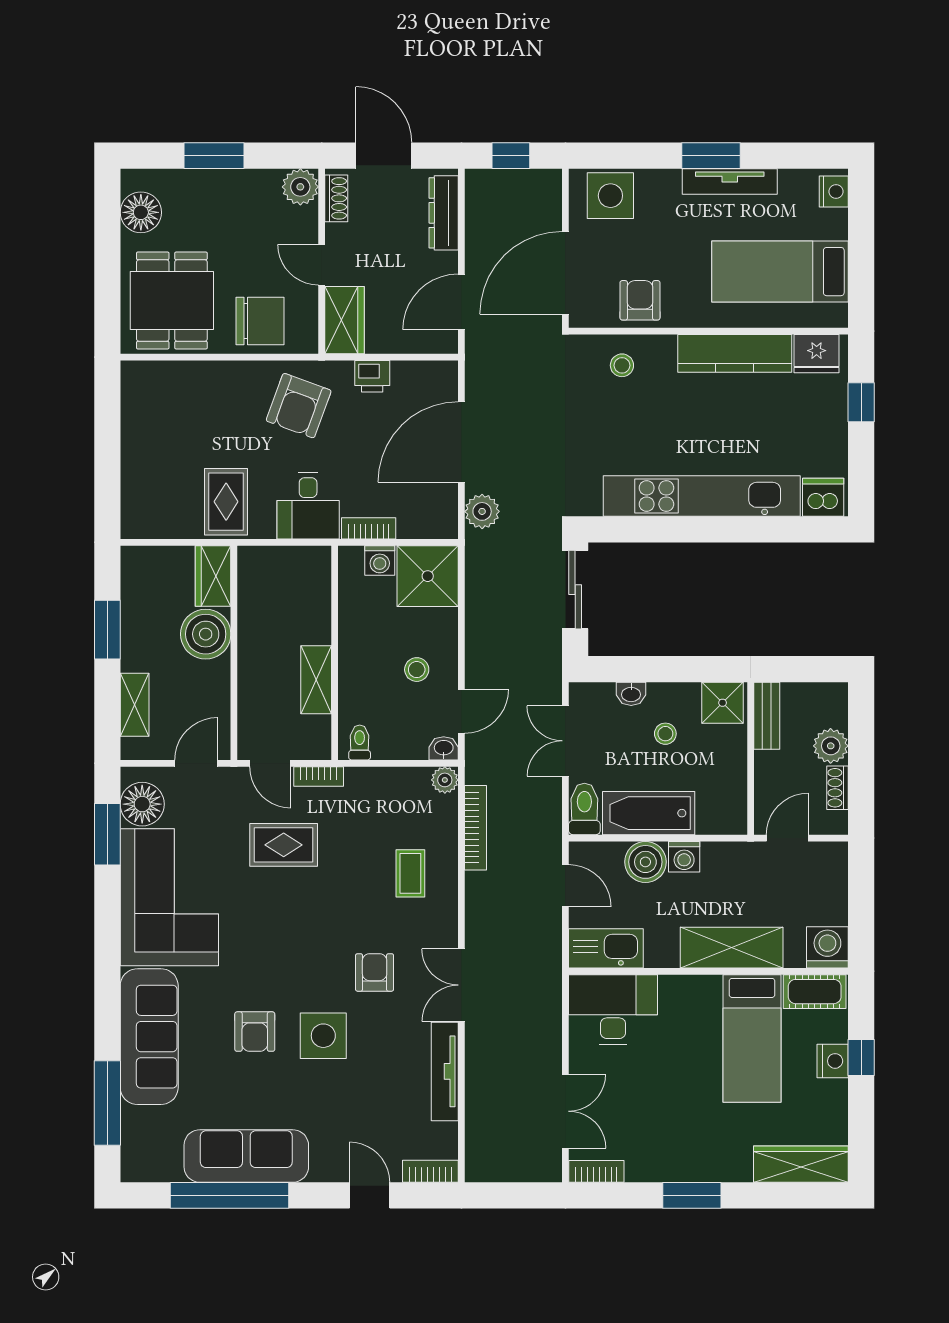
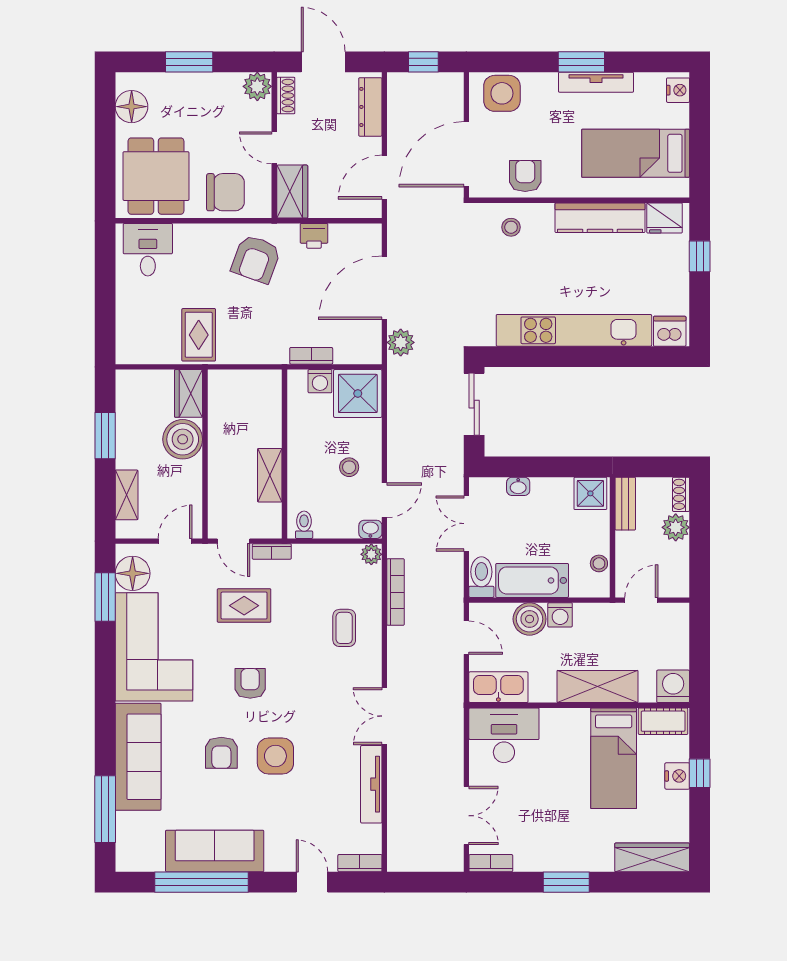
desk: (308, 506) -> (148, 250), moved, turned 180
stool: (665, 734) -> (599, 563), moved
shoe rack: (837, 788) -> (681, 494), moved
armchair: (375, 972) -> (250, 683), moved

